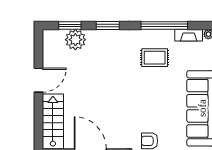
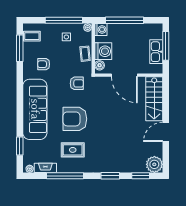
plant: (75, 40) -> (154, 164), moved
armchair: (152, 96) -> (75, 119), added

